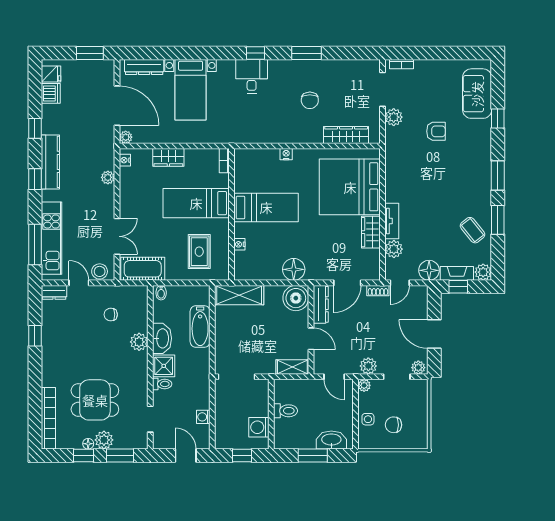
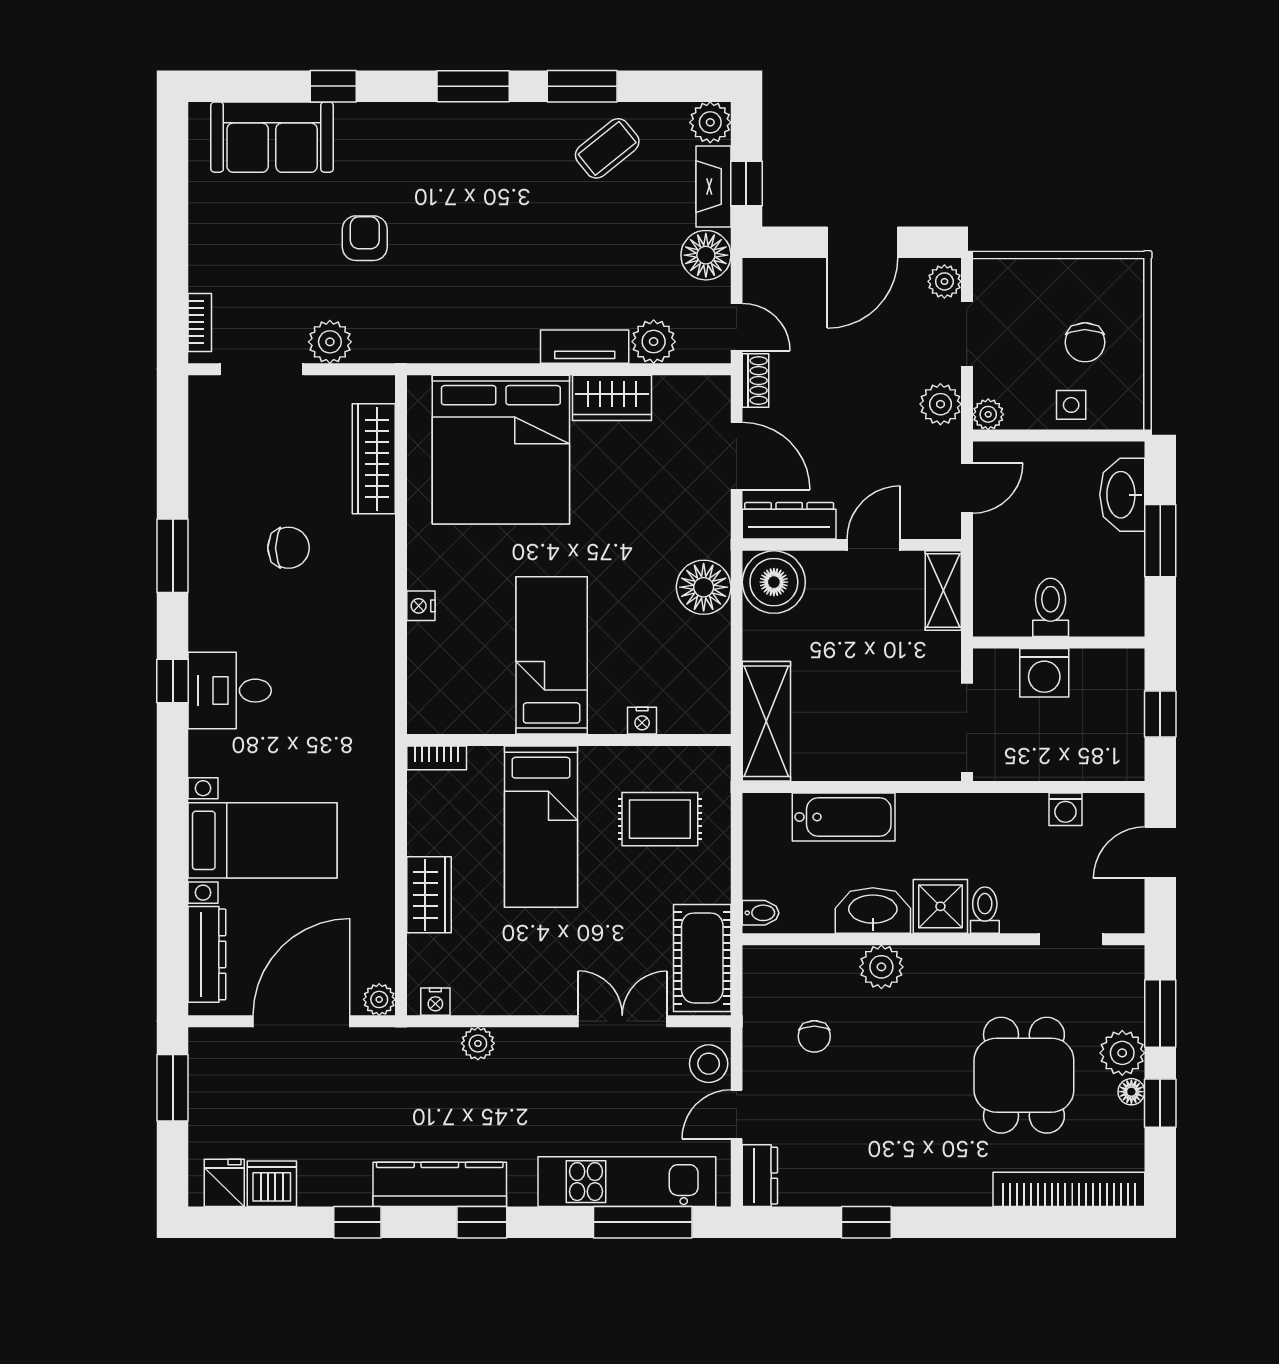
washing machine: (259, 427) -> (1044, 673), moved

